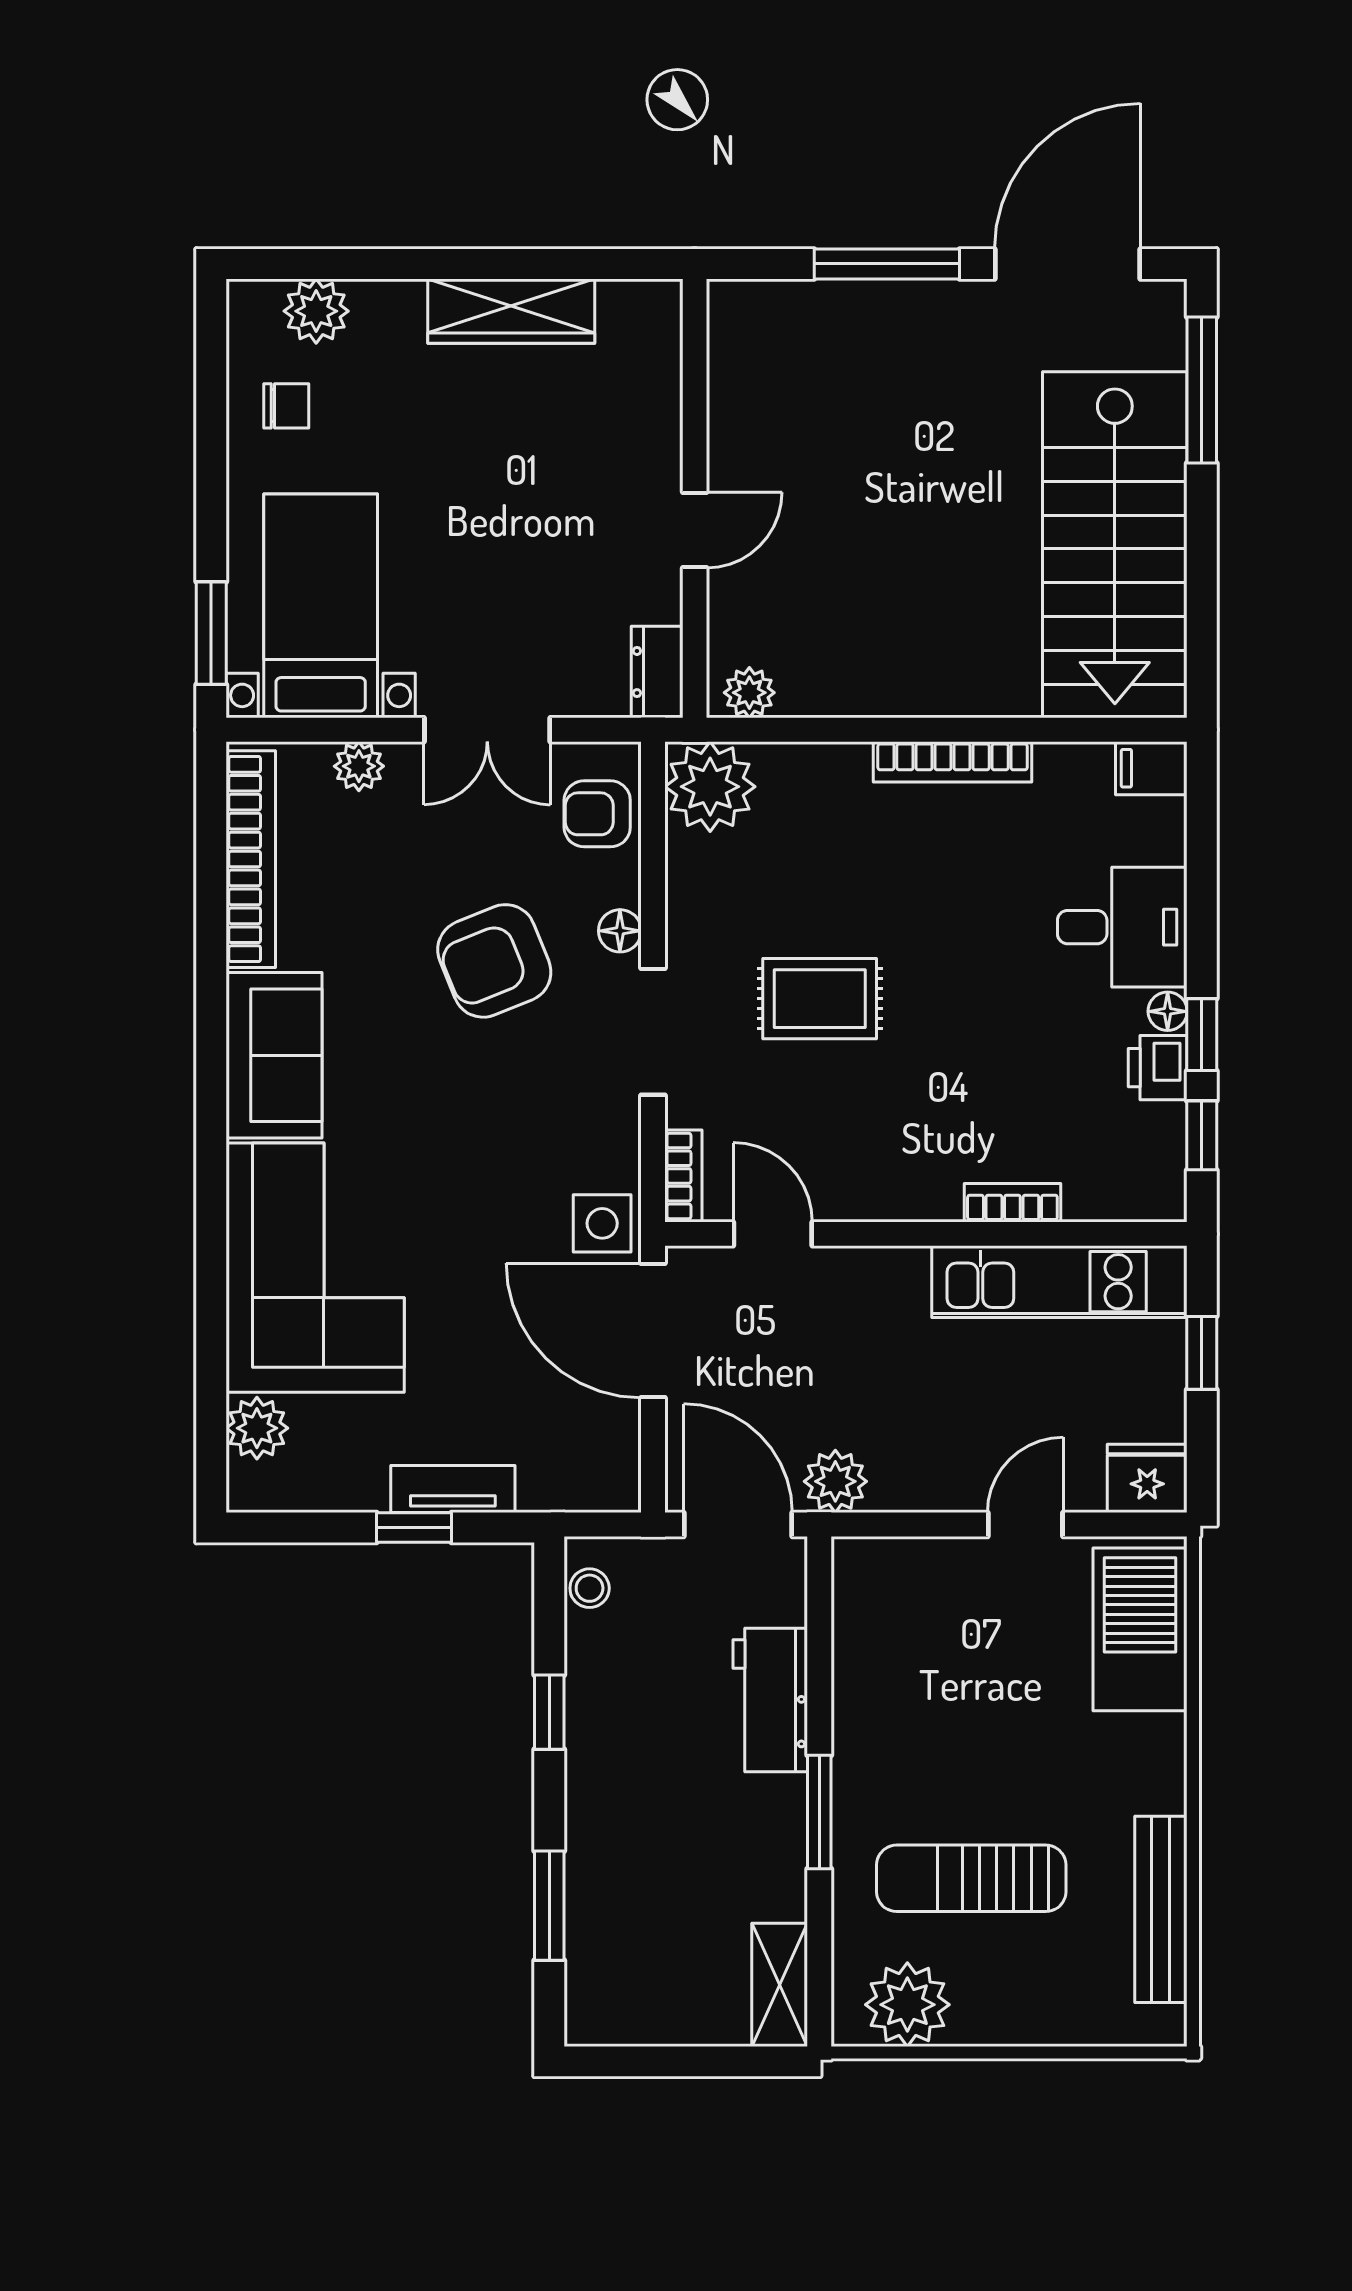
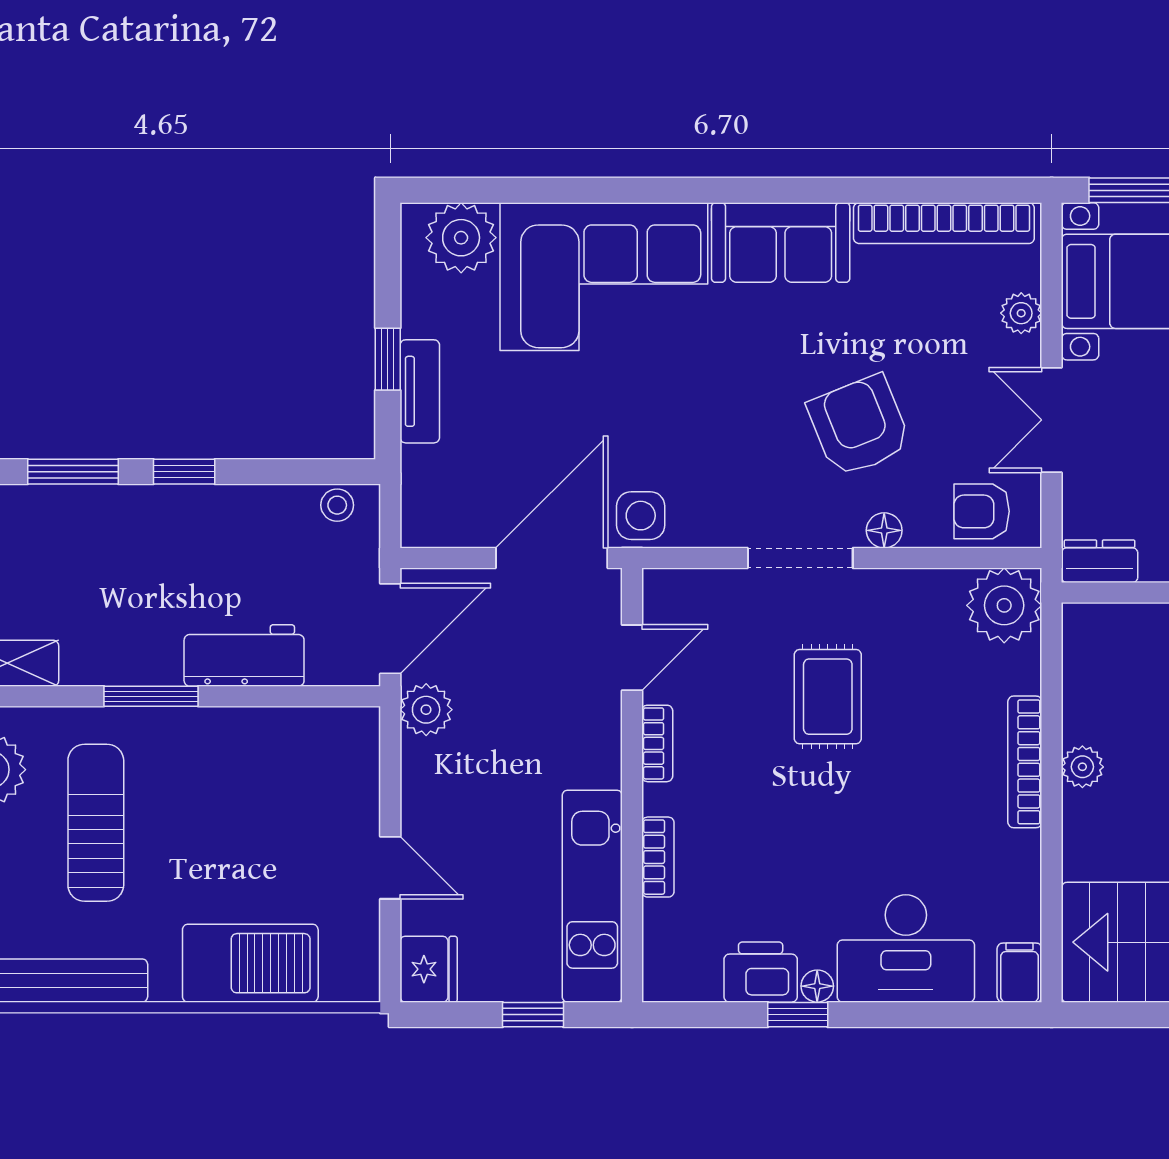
plant: (749, 693) -> (1082, 767), moved
bookcase: (953, 762) -> (1025, 762), moved
armchair: (597, 814) -> (982, 511), turned -90
desk: (1122, 927) -> (906, 948), width x1.37
printer: (1158, 1068) -> (761, 972), width x1.36, depth x1.24
window: (1202, 1135) -> (714, 1015), removed
bookcase: (683, 1176) -> (657, 743), moved, turned -90
plant: (257, 1428) -> (461, 238), width x1.36, depth x1.36
barbecue: (1140, 1629) -> (250, 963), moved
window: (549, 1712) -> (184, 472), moved

